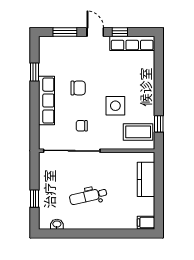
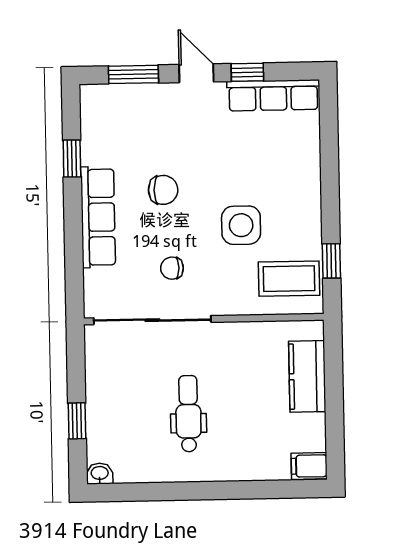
dental chair: (88, 196) -> (188, 414), turned 103
washbasin: (57, 224) -> (100, 474), moved

